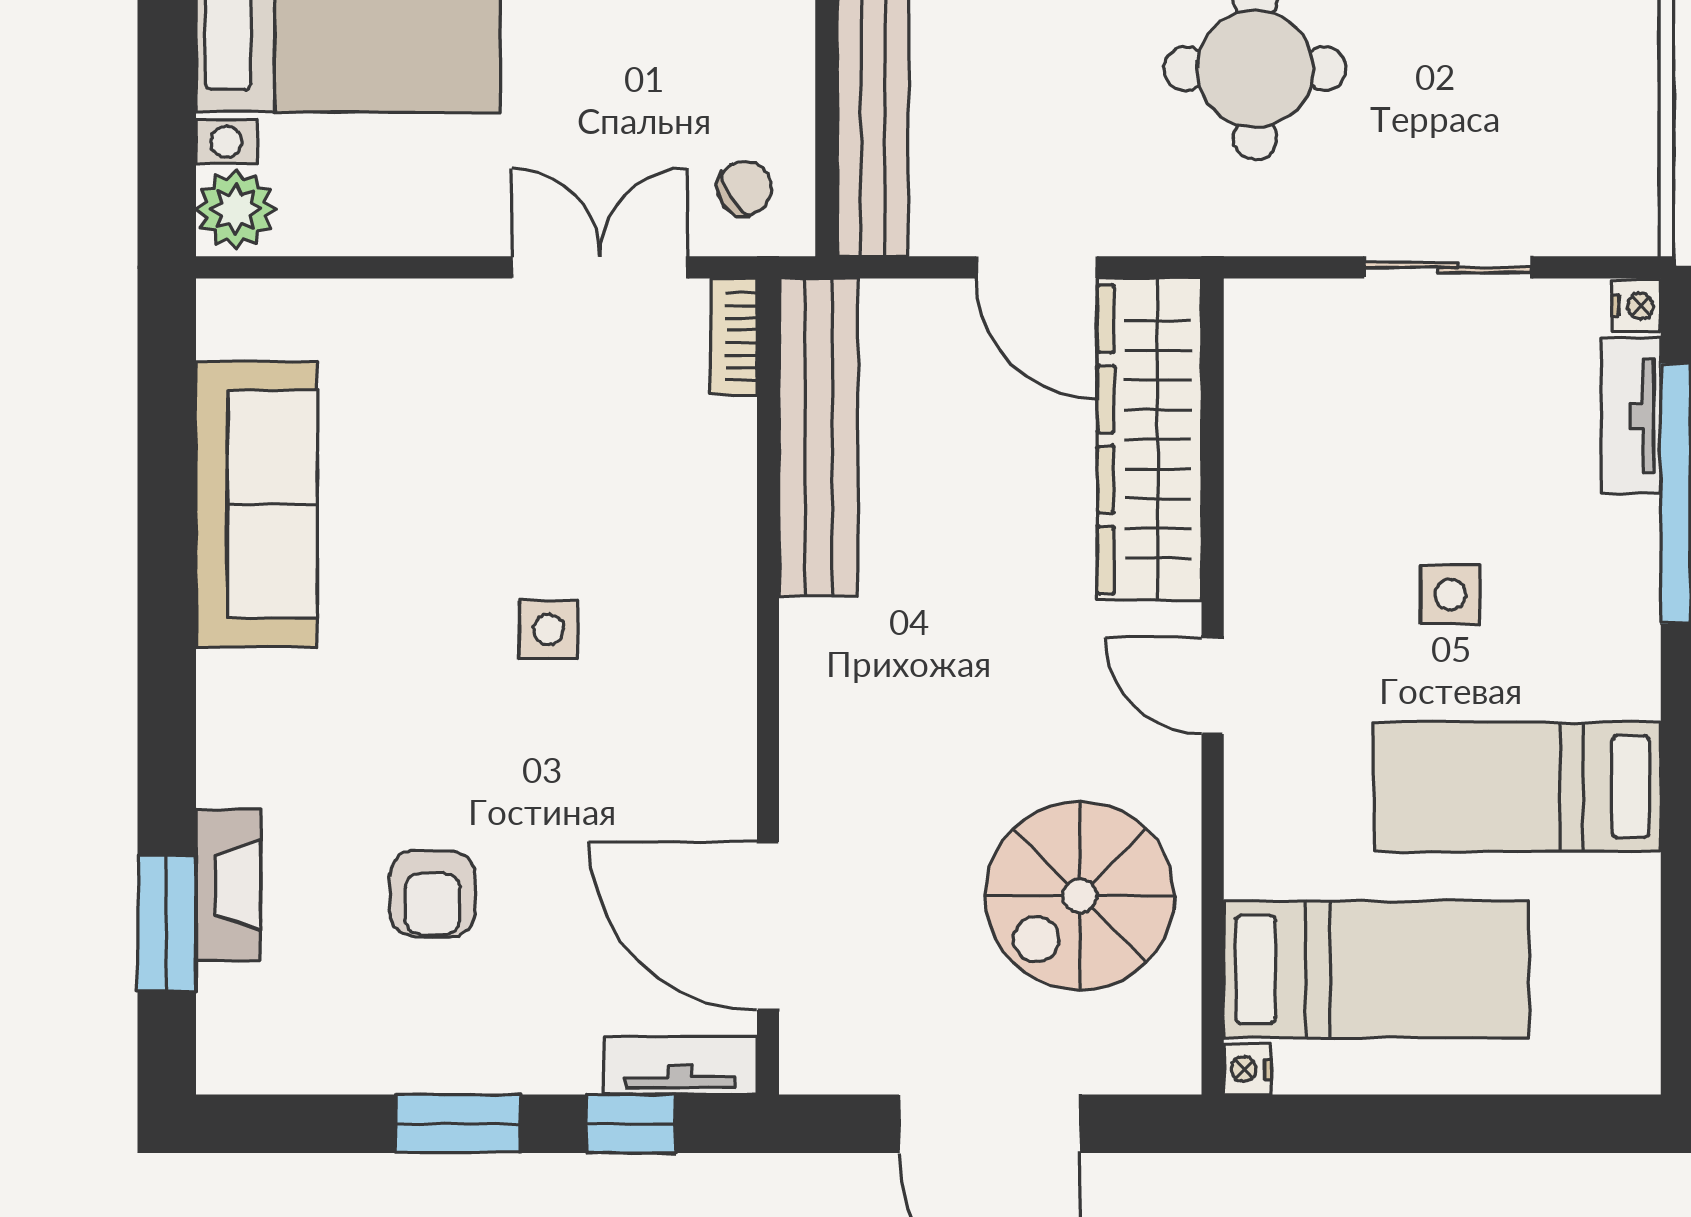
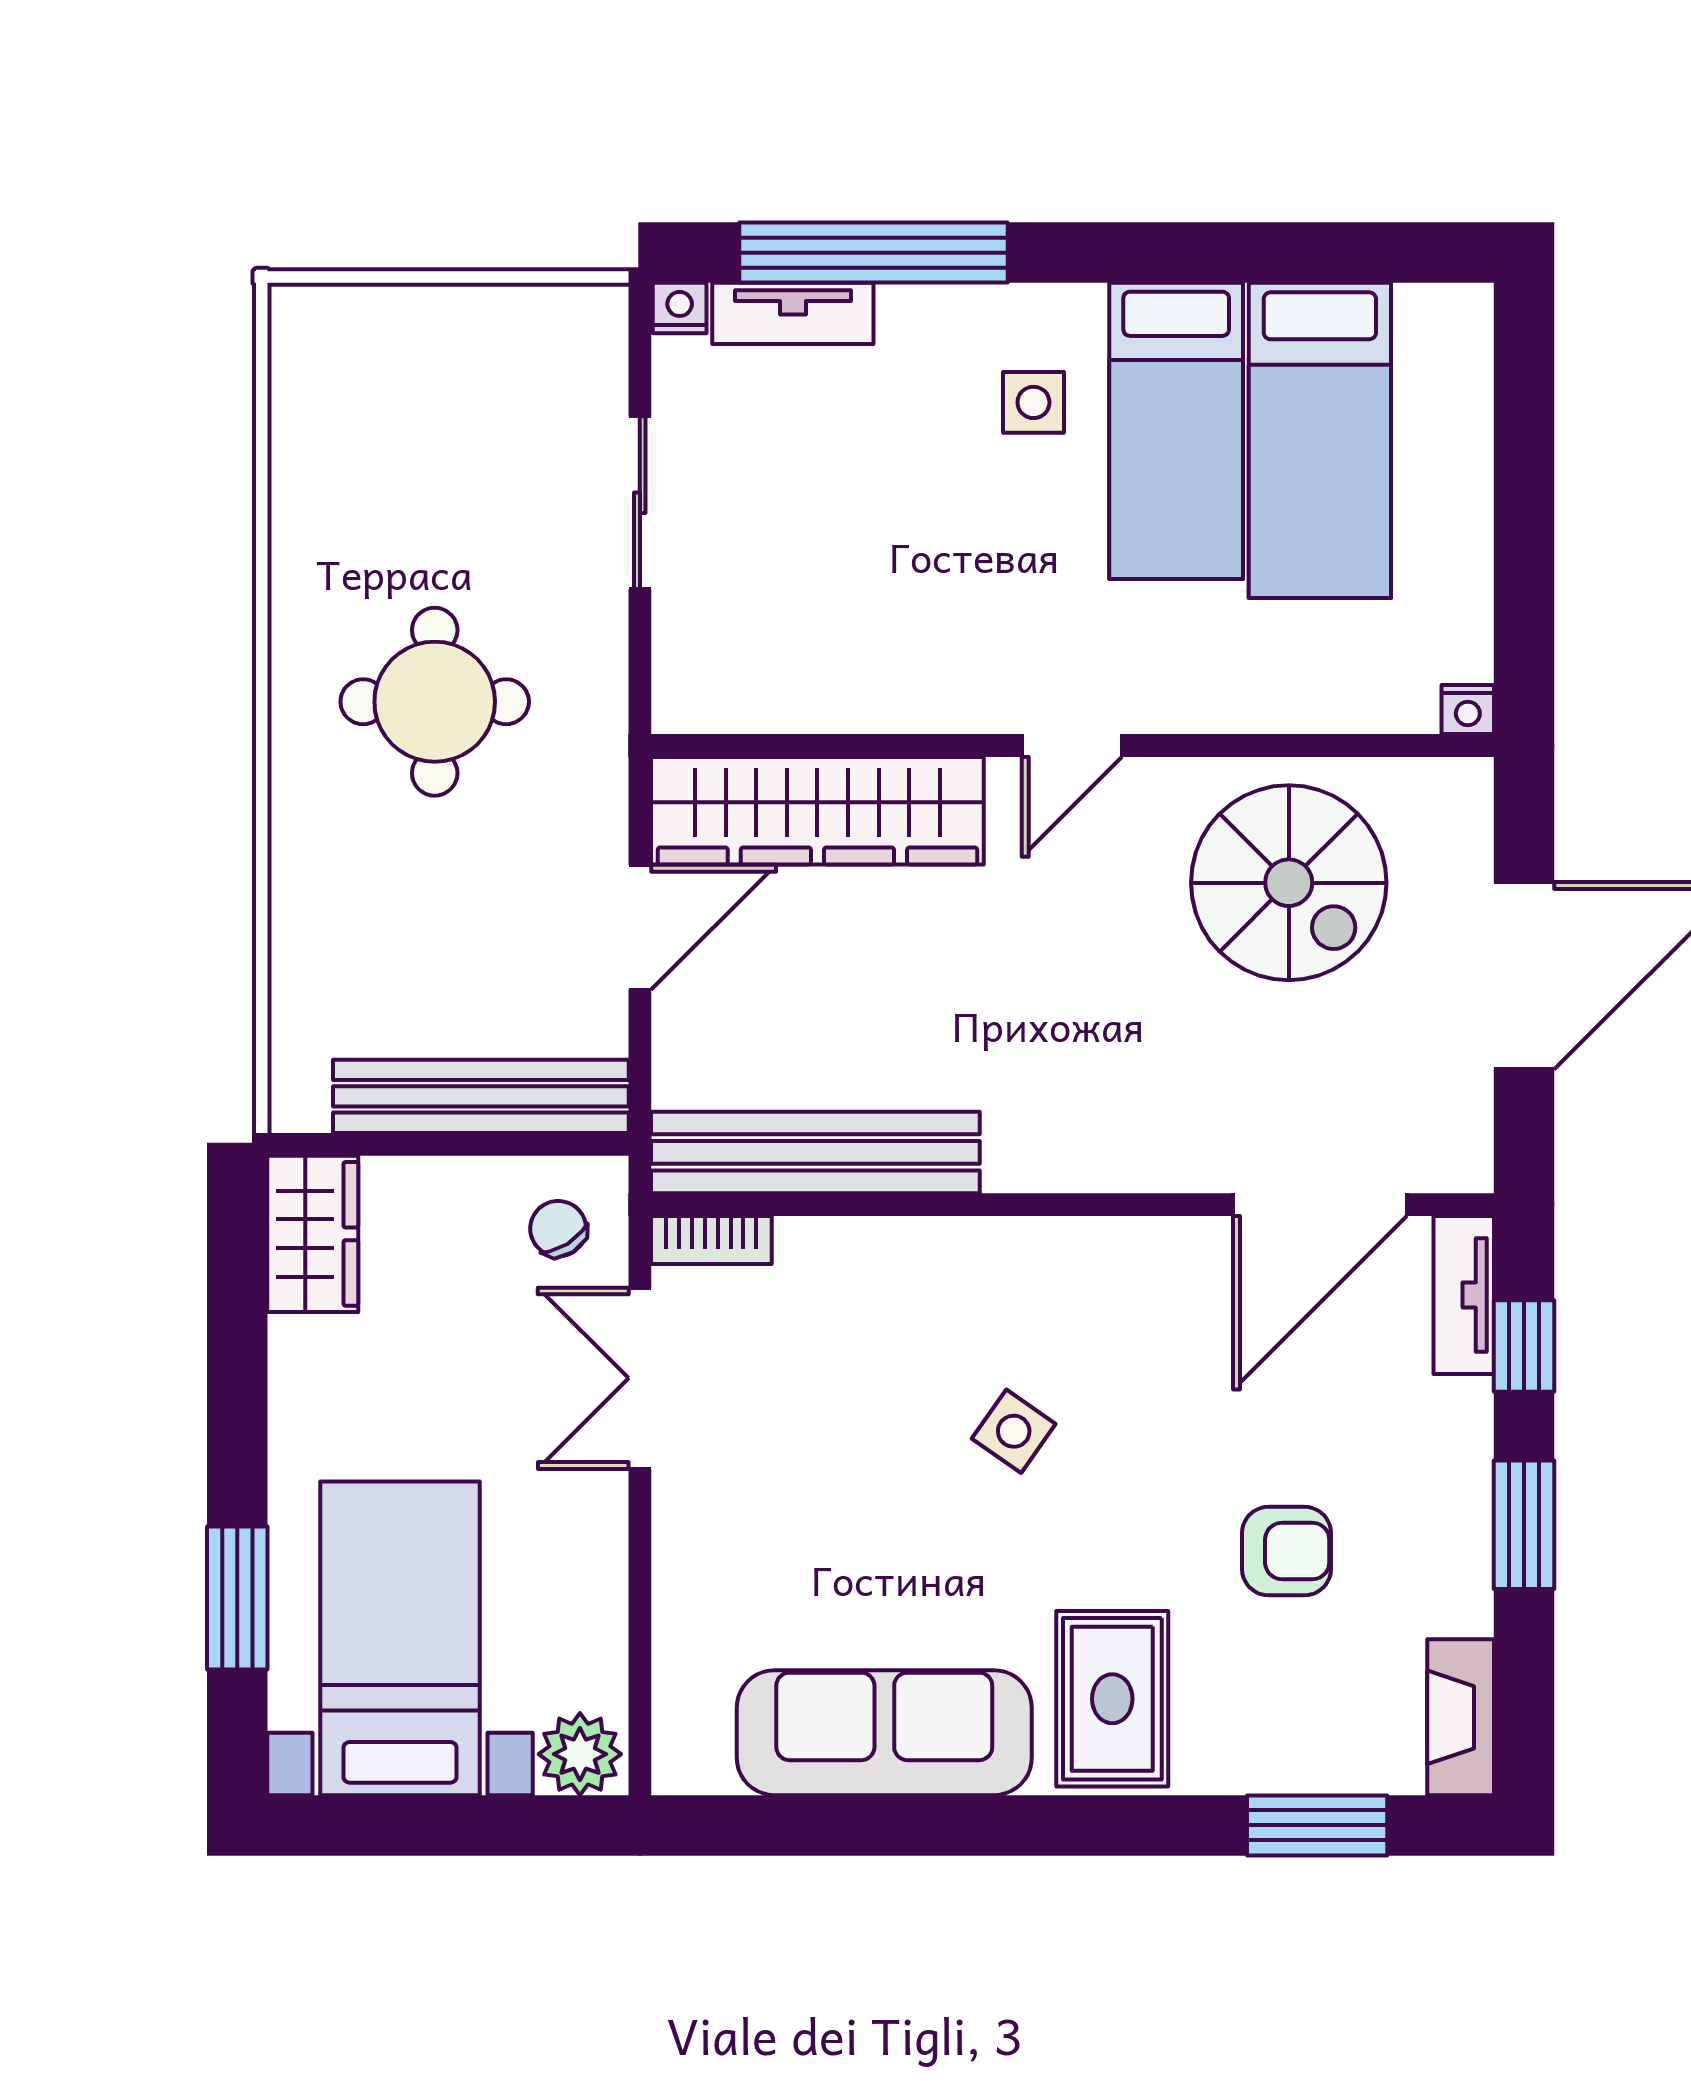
side table: (1450, 594) -> (1033, 402), moved
side table: (549, 629) -> (1014, 1431), turned 35
rug: (289, 725) -> (1112, 1699), added
fireplace: (228, 885) -> (1461, 1717), moved, turned -90
bed: (1376, 969) -> (1320, 440), moved, turned 180

